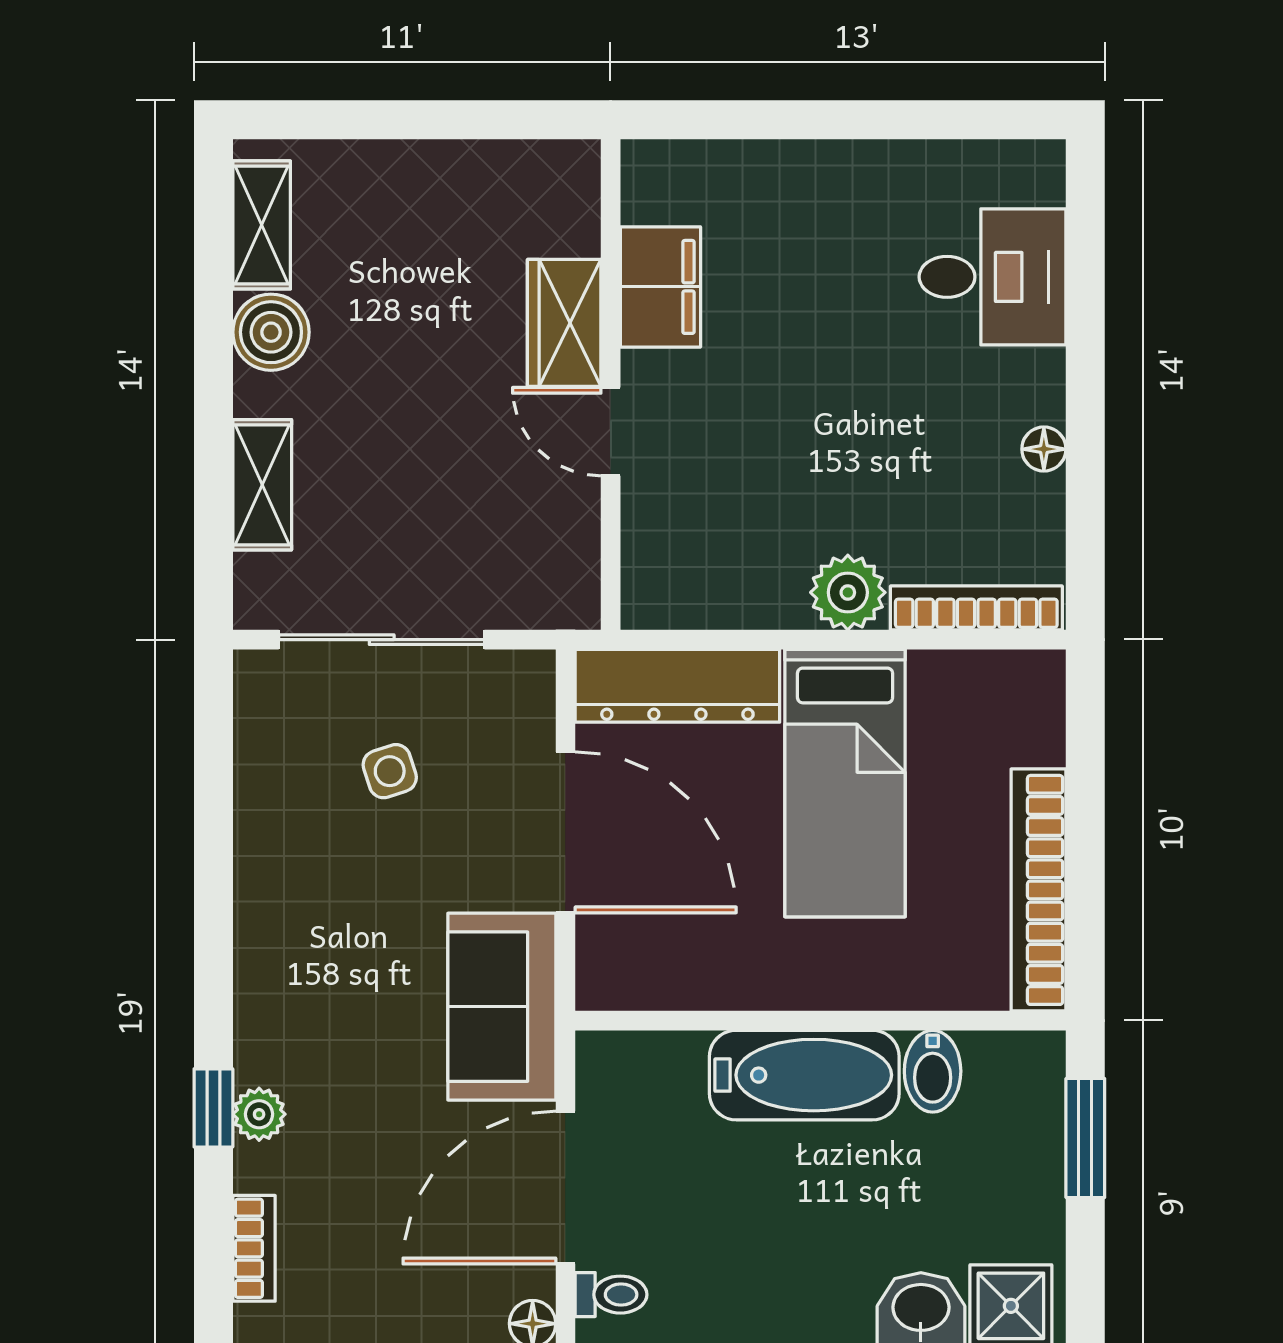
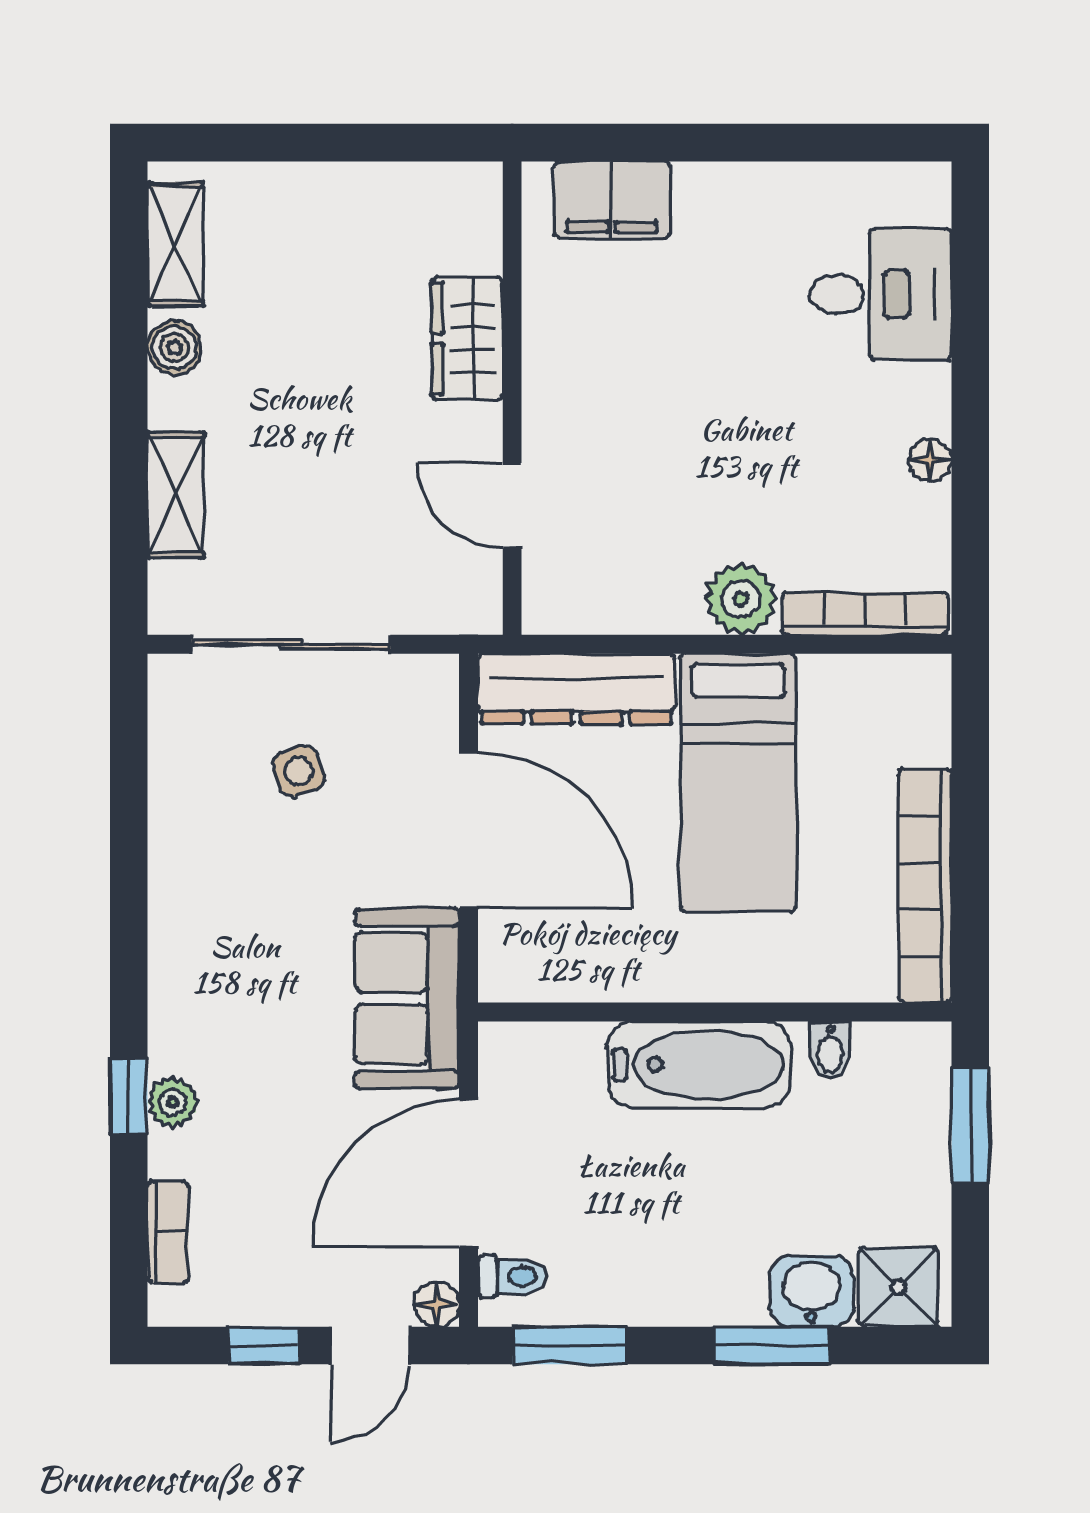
filing cabinet: (660, 287) -> (612, 200), moved, turned 90
boiler: (271, 332) -> (174, 348), width x0.73, depth x0.73
door: (611, 432) -> (512, 506), moved
bidet: (933, 1071) -> (830, 1050), width x0.72, depth x0.74

